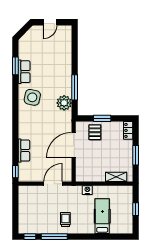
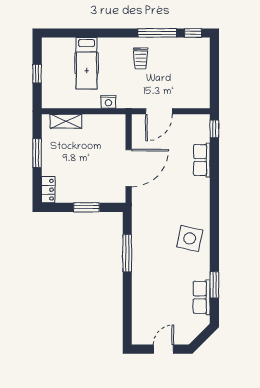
row of seats: (24, 72) -> (202, 297), moved
plant: (64, 103) -> (143, 230), removed
pallet: (95, 132) -> (97, 187), removed

